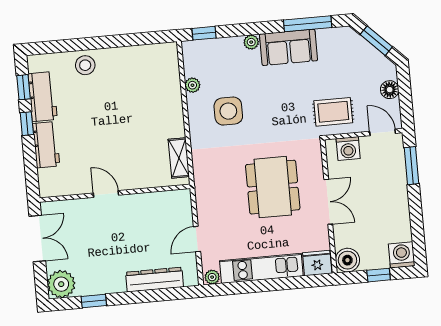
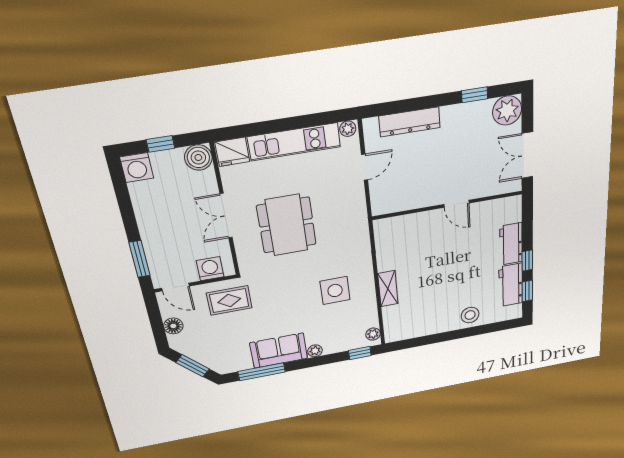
plant: (192, 85) -> (373, 334), moved
shelving: (179, 158) -> (388, 289), moved

